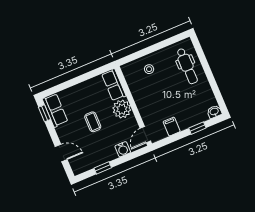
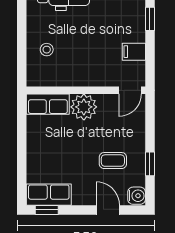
coffee table: (93, 122) -> (113, 161), moved
door: (145, 135) -> (130, 90), hinge flipped
water cooler: (123, 149) -> (137, 196), moved
door: (61, 153) -> (108, 210), hinge flipped

